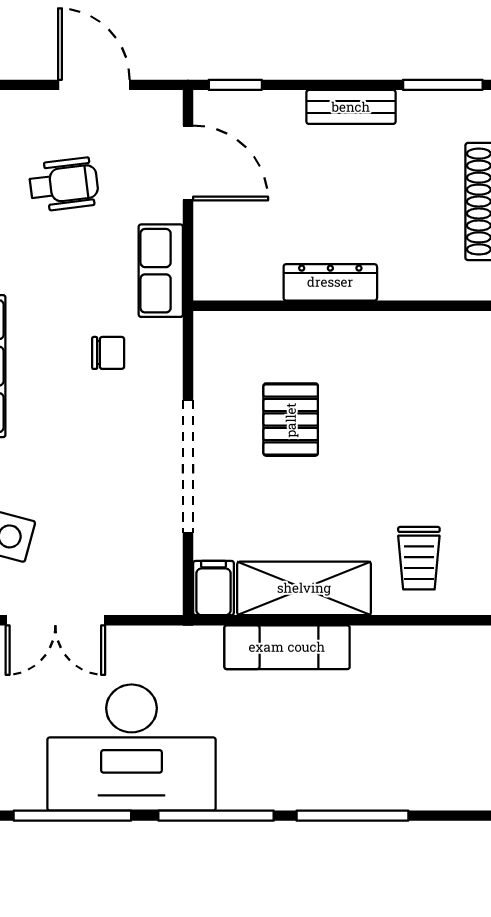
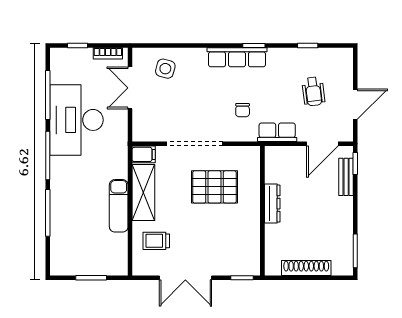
bench: (351, 107) -> (346, 177), moved
pallet: (291, 420) -> (215, 187), width x1.50, depth x1.42
exam couch: (287, 647) -> (119, 206), moved

